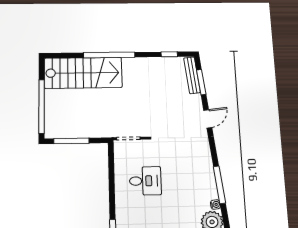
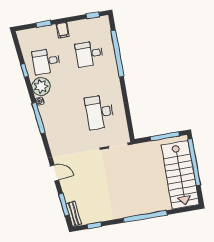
stairs: (83, 73) -> (180, 175), moved, turned -90
bench: (192, 75) -> (74, 214), width x0.73
door: (208, 119) -> (54, 173), swing flipped
desk: (145, 181) -> (100, 112), width x1.37

